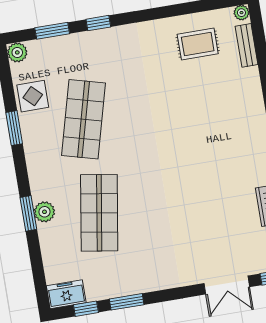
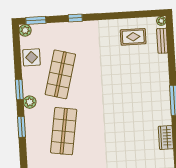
window: (52, 31) -> (36, 20), moved
window: (14, 128) -> (19, 89), moved
plant: (44, 212) -> (30, 102), moved

